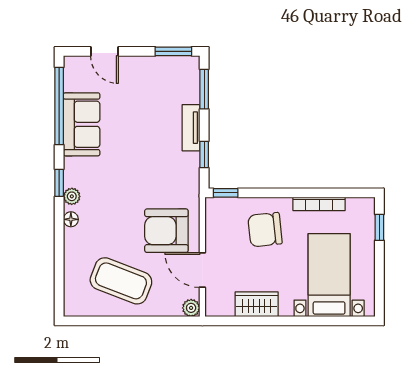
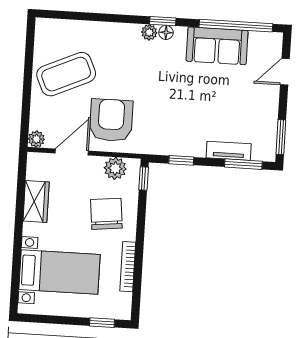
tv unit: (191, 128) -> (229, 151), moved
floor lamp: (71, 219) -> (166, 32), moved
plant: (217, 223) -> (115, 168), added
coffee table: (121, 281) -> (66, 74), turned 45

